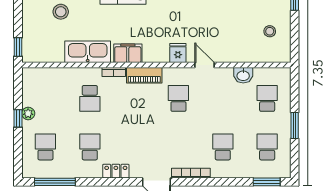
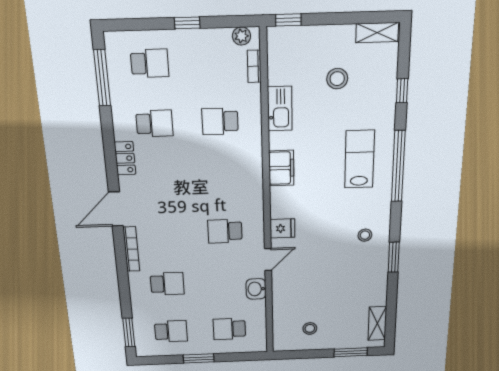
kitchen sink: (88, 52) -> (280, 109), width x0.73, depth x0.81
bookcase: (114, 72) -> (254, 66), moved
piano: (144, 75) -> (253, 189), removed
washbasin: (243, 75) -> (256, 289), moved
school desk: (178, 98) -> (225, 231), turned 180
school desk: (267, 98) -> (229, 329), turned 180
plant: (28, 113) -> (241, 36), moved

